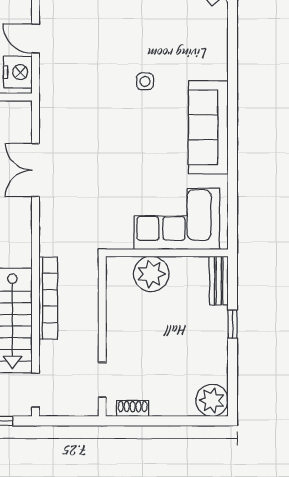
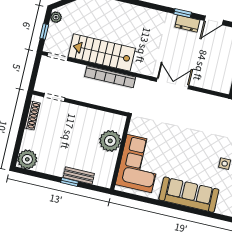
double door: (36, 170) -> (173, 83), moved
bench: (219, 281) -> (79, 176), moved
shoe rack: (133, 409) -> (32, 115), width x1.43

